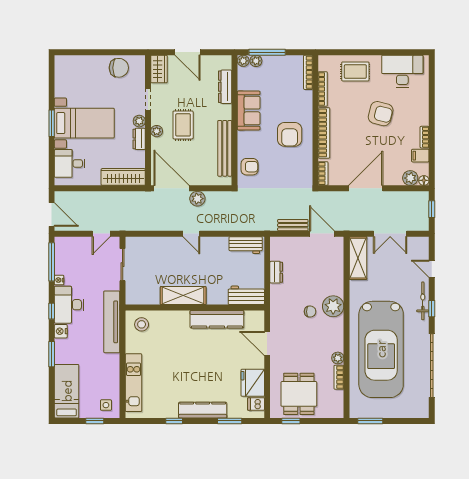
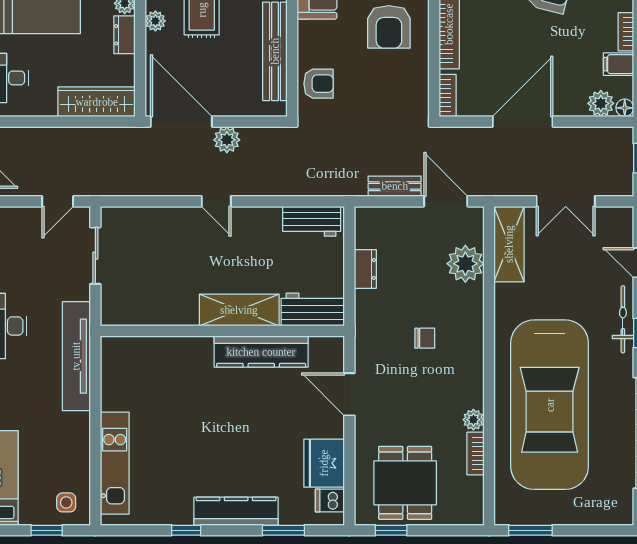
shelving: (183, 296) -> (239, 310), moved
plant: (333, 306) -> (465, 264), moved
stool: (142, 324) -> (129, 361), removed

